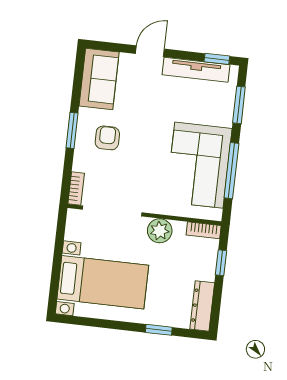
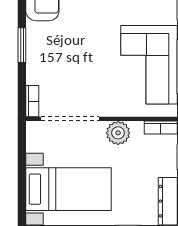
armchair: (107, 138) -> (57, 49), removed

